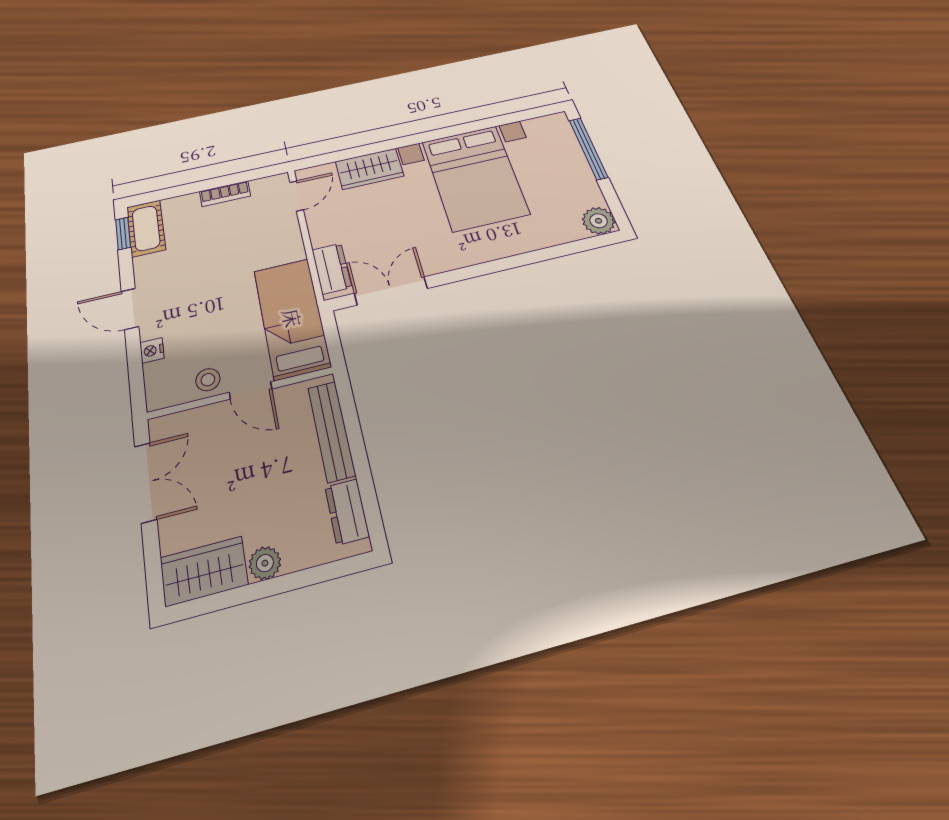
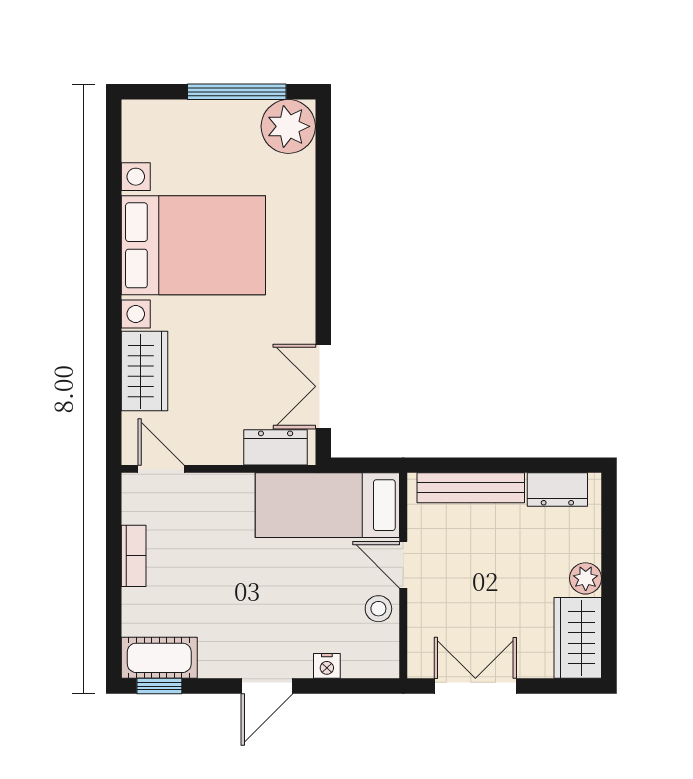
window: (588, 148) -> (237, 92), moved
plant: (599, 221) -> (288, 126), width x1.36, depth x1.36
door: (251, 391) -> (403, 565), swing flipped

